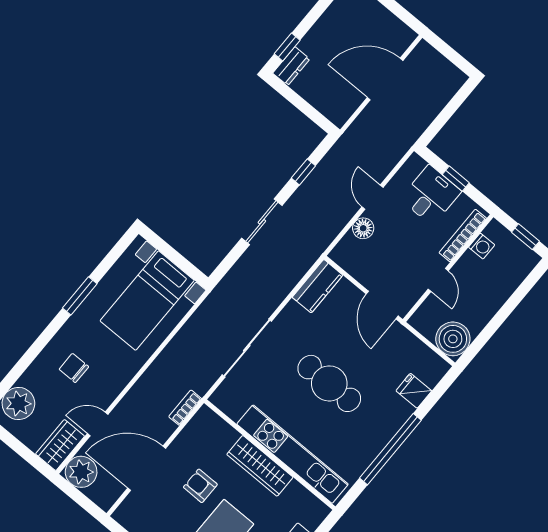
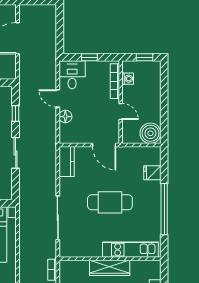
desk: (431, 195) -> (72, 75), moved
kitchen unit: (293, 454) -> (130, 250), width x0.73

